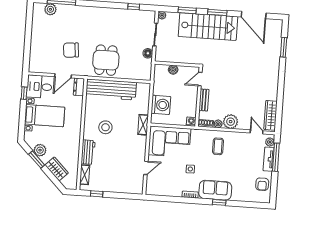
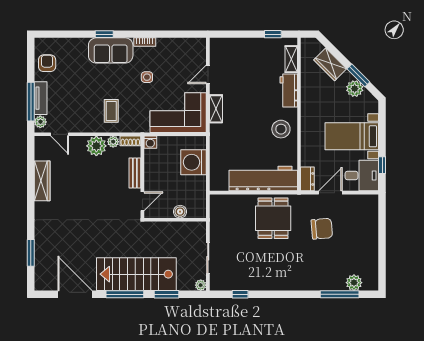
window: (217, 12) -> (125, 294), width x1.44
floor lamp: (148, 53) -> (216, 232), removed
wardrobe: (271, 115) -> (42, 181), moved
shelving: (143, 125) -> (216, 109), moved
stool: (105, 127) -> (281, 129), moved

